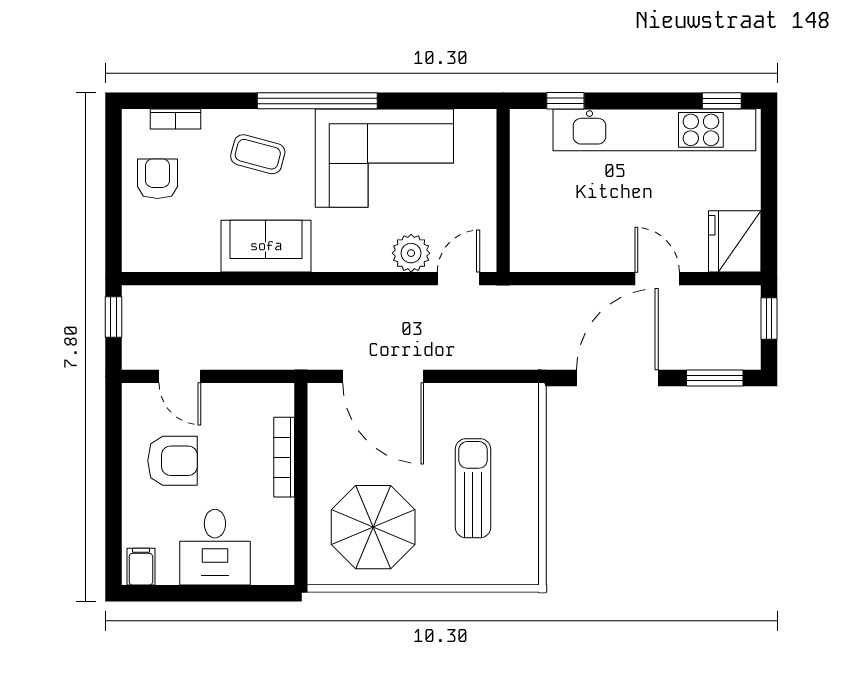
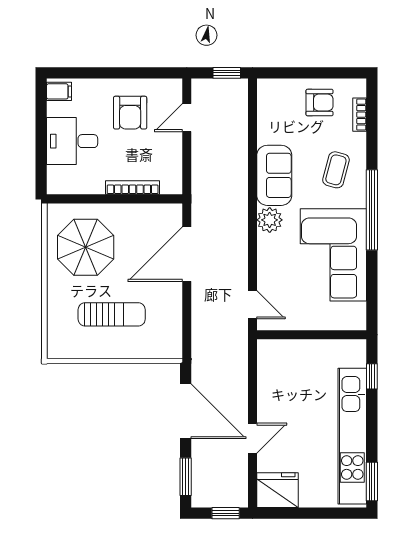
window: (722, 101) -> (372, 481), width x1.50
plant: (411, 253) -> (270, 220), moved

